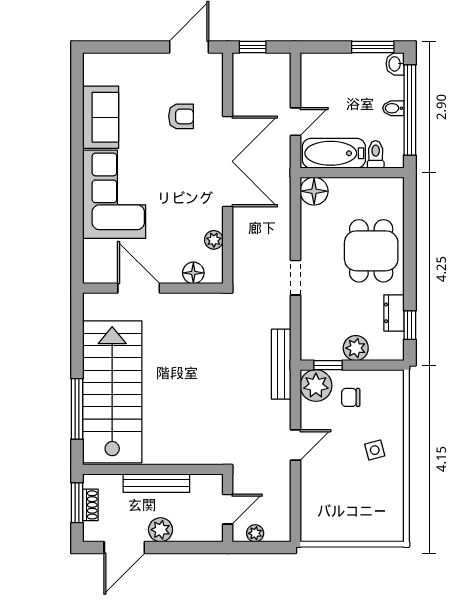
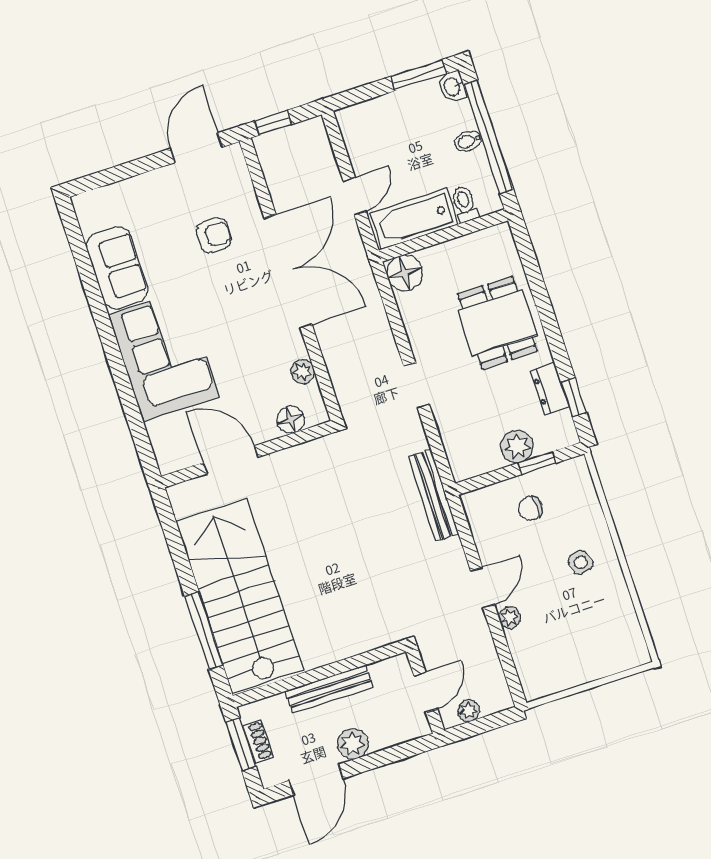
window: (328, 365) -> (537, 463), moved
plant: (316, 386) -> (510, 618), moved, width x0.53, depth x0.53

